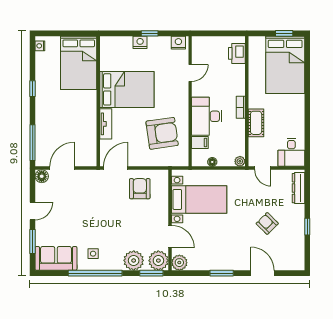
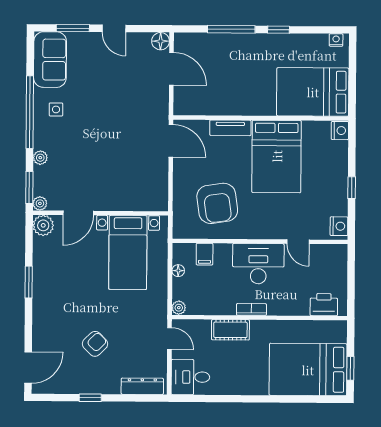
nightstand: (140, 42) -> (340, 131), moved
desk: (207, 116) -> (258, 264), moved
window: (33, 143) -> (231, 29), moved
door: (263, 168) -> (169, 338), swing flipped
armchair: (140, 189) -> (143, 173), removed
plant: (134, 260) -> (40, 158), width x0.53, depth x0.53
plant: (158, 261) -> (40, 203), width x0.53, depth x0.53
door: (262, 273) -> (28, 368), moved

